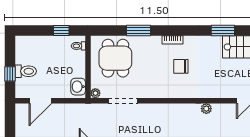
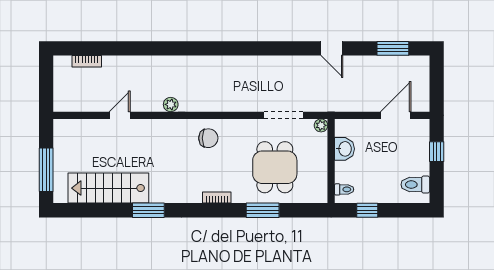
dining table: (115, 58) -> (275, 167), moved
chair: (181, 66) -> (208, 138), moved
toilet: (26, 71) -> (415, 185), moved
washbasin: (78, 87) -> (344, 149), moved

